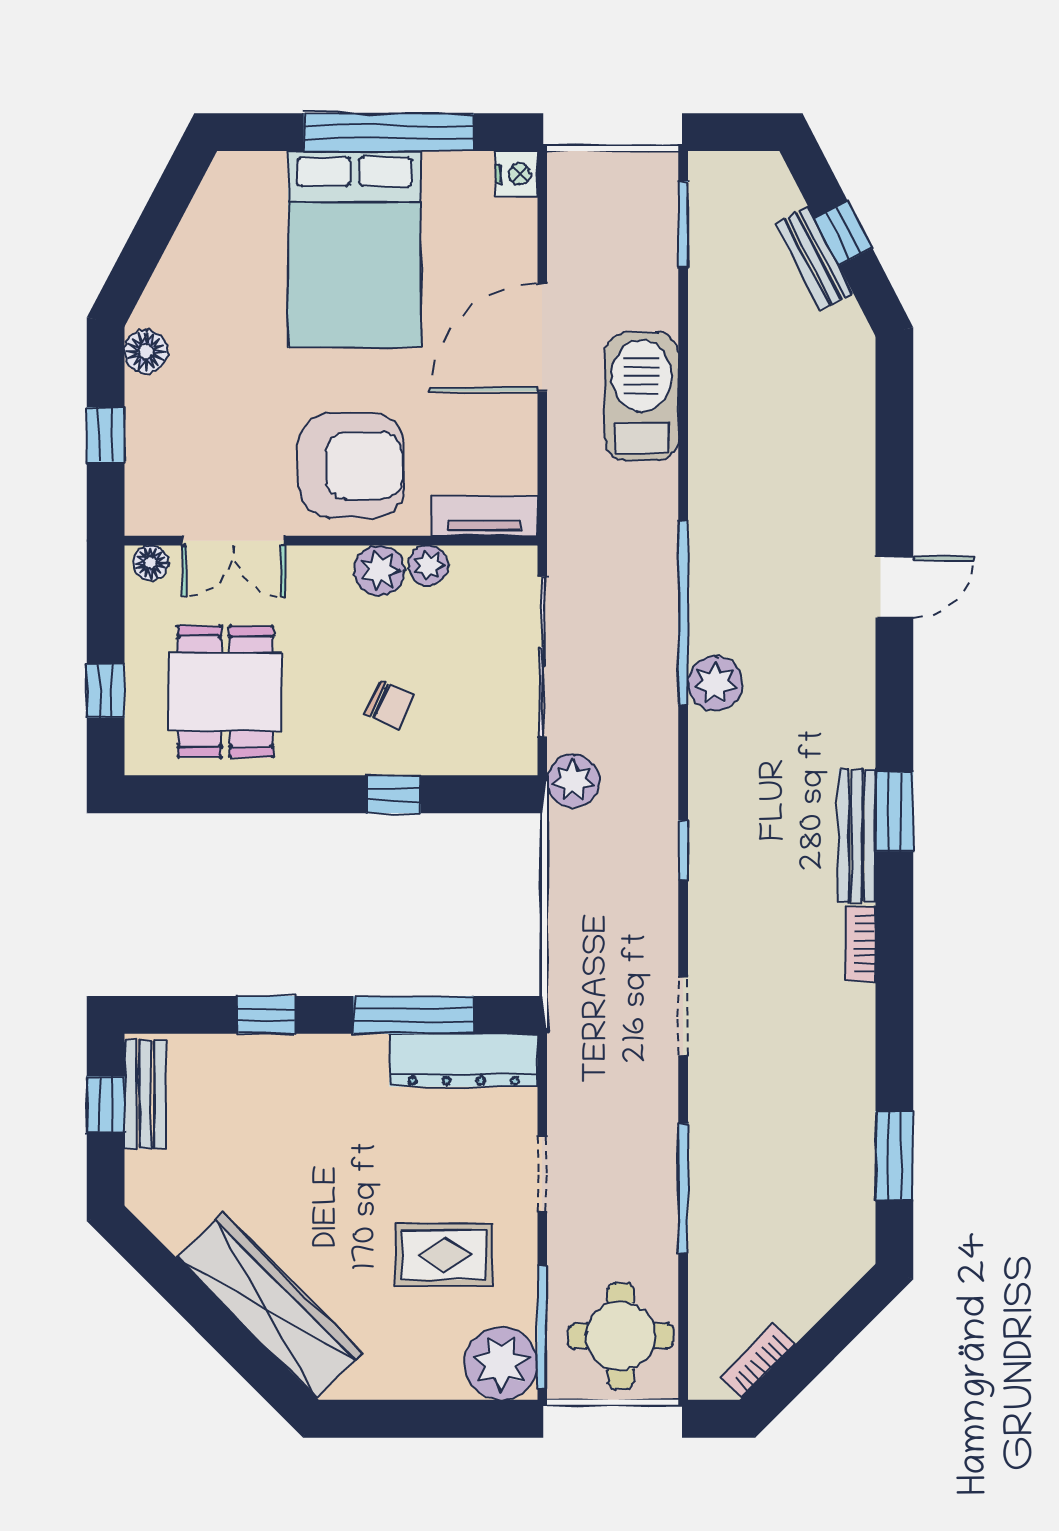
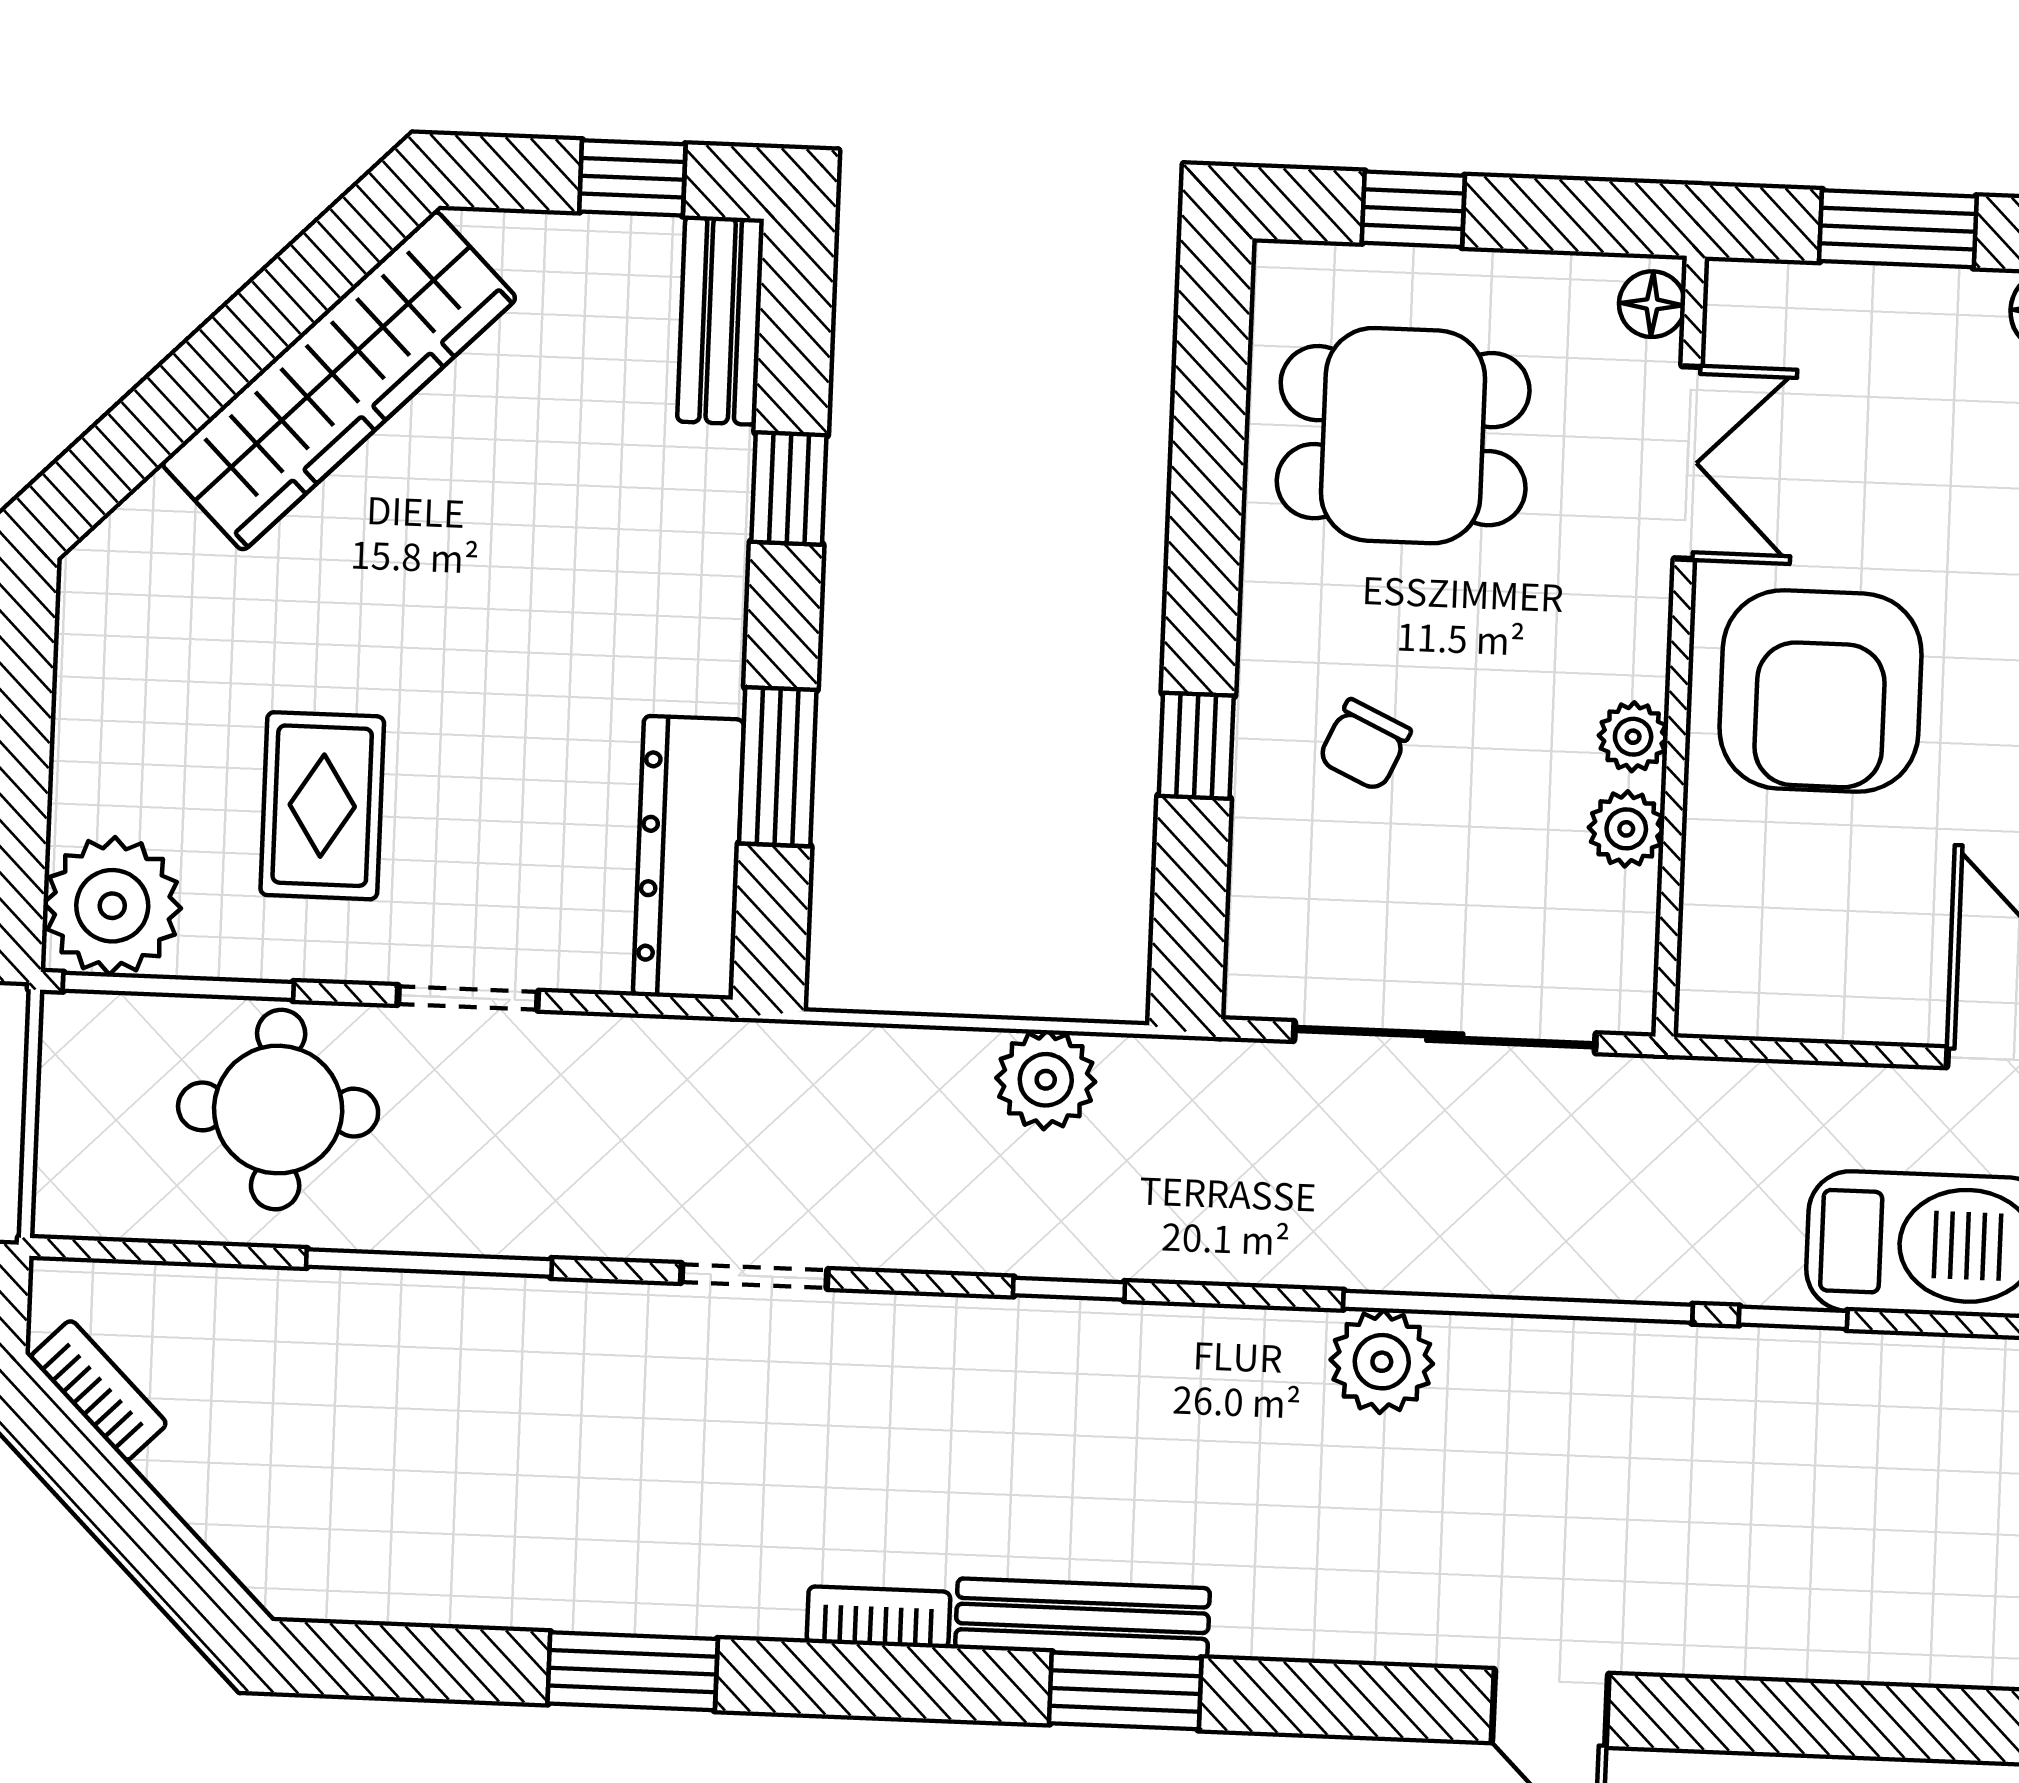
window: (106, 435) -> (1898, 229), width x1.50
window: (683, 467) -> (1793, 1318), added
tv unit: (485, 516) -> (1716, 939), removed
double door: (234, 541) -> (1688, 463), swing flipped
plant: (380, 570) -> (1633, 737), width x0.73, depth x0.73
plant: (573, 781) -> (1046, 1080), moved
window: (414, 1015) -> (778, 767), width x0.69
bench: (145, 1094) -> (721, 320), moved, turned 90
window: (894, 1155) -> (633, 1671), moved
wardrobe: (269, 1305) -> (339, 381), moved
round table: (621, 1336) -> (278, 1110), moved

